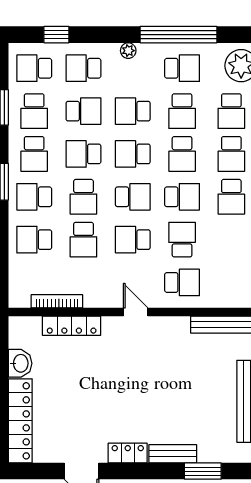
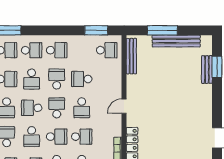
school desk: (133, 154) -> (32, 108), turned 90
school desk: (182, 154) -> (32, 79), turned 90
school desk: (182, 282) -> (107, 50), moved, turned 90
locker: (128, 453) -> (206, 111), removed
bench: (173, 454) -> (207, 70), moved

